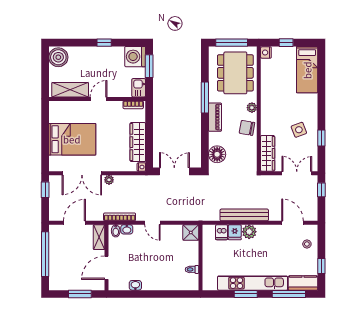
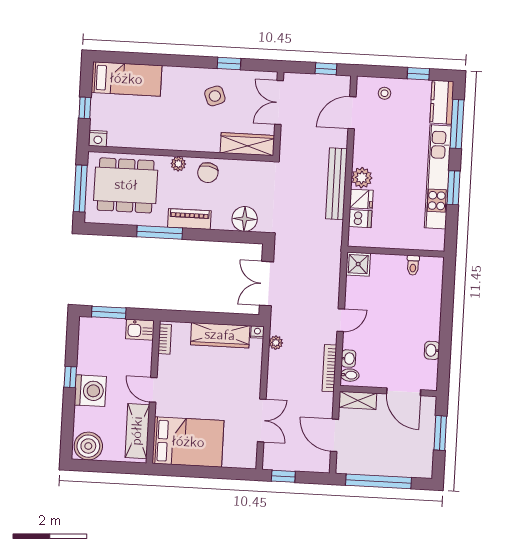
washing machine: (135, 57) -> (90, 391), moved, turned -90
bed: (72, 139) -> (188, 442), moved, turned 90
double door: (82, 173) -> (262, 420), width x0.73
plant: (109, 180) -> (276, 343), moved
window: (321, 190) -> (326, 69), moved

